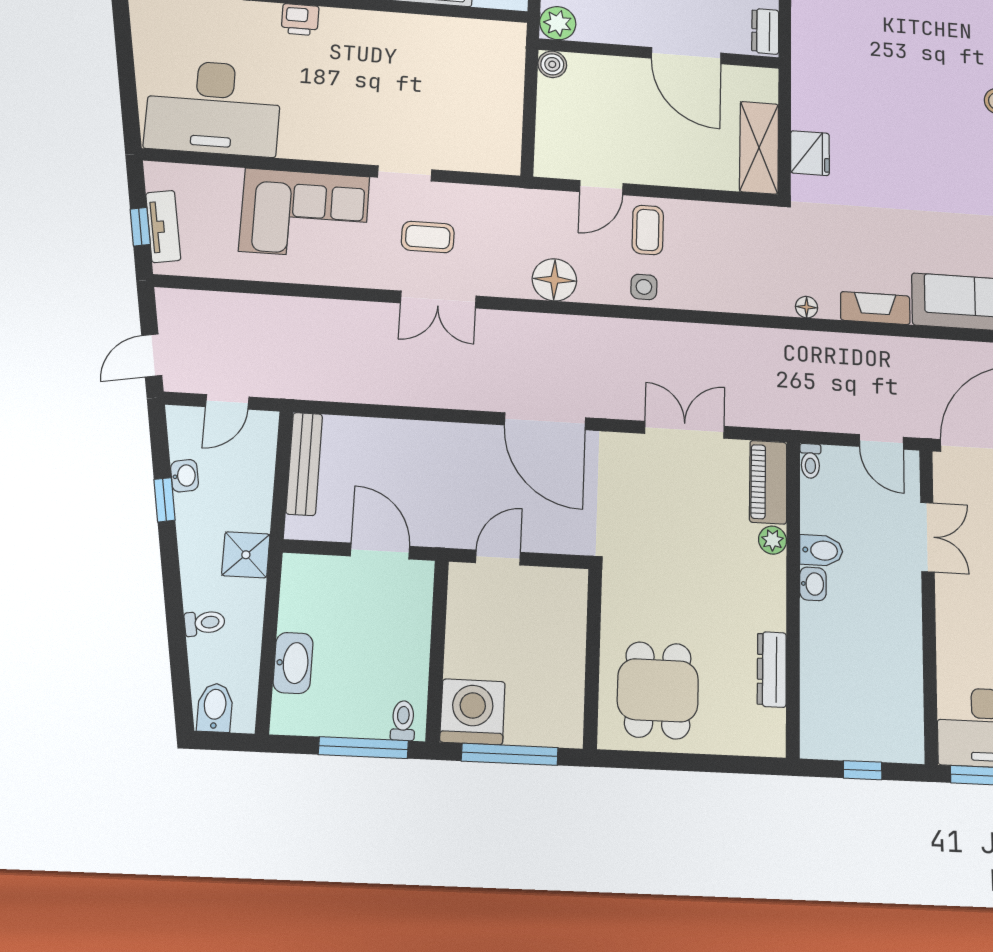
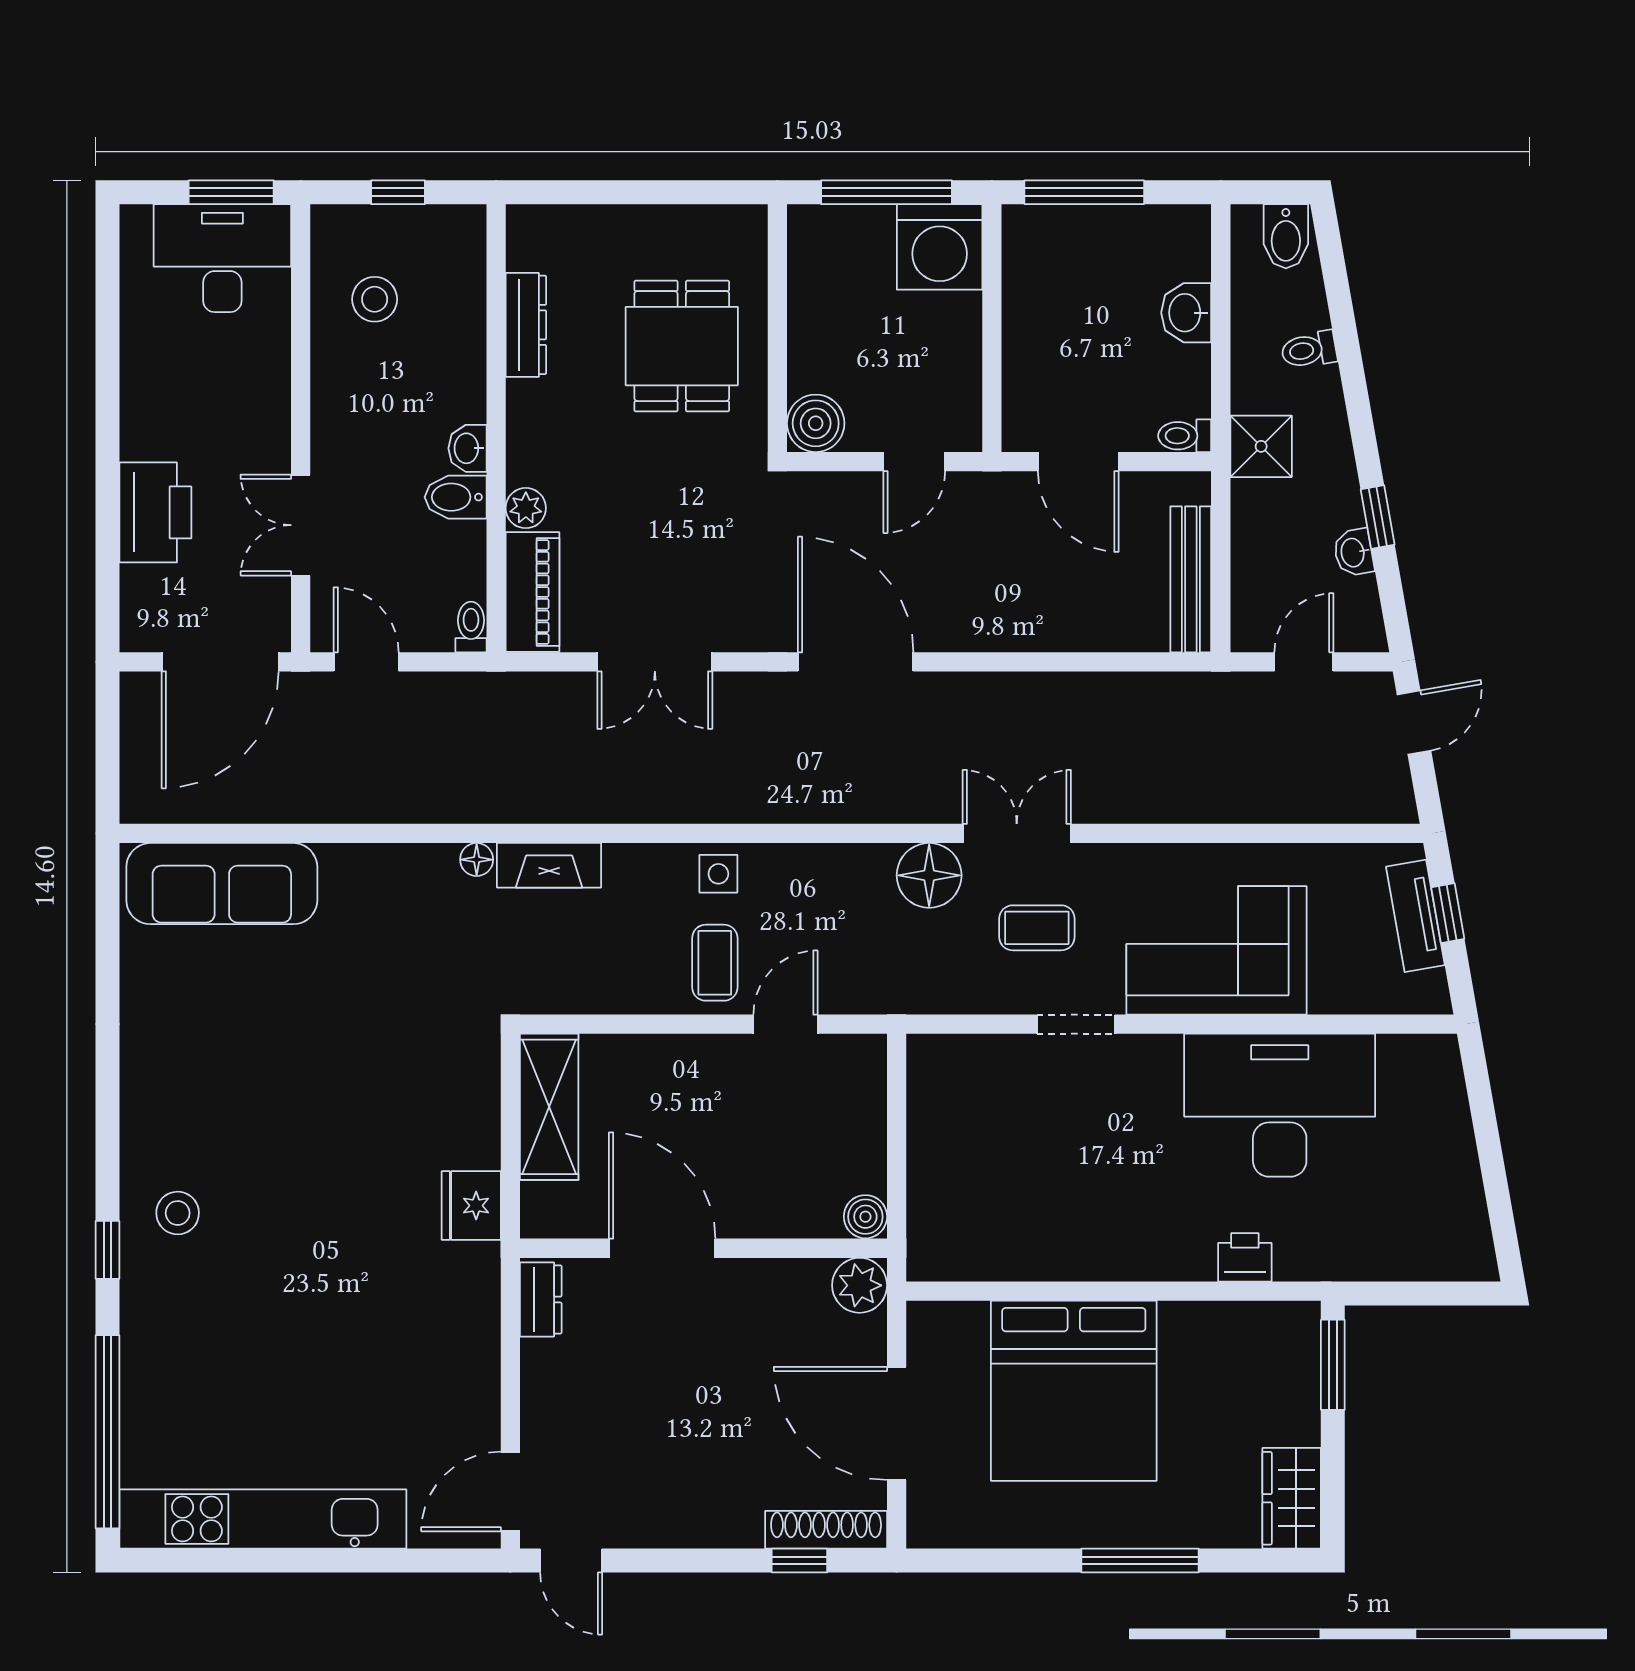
desk: (213, 108) -> (1280, 1105), moved
fridge: (810, 153) -> (471, 1206), moved
floor lamp: (554, 280) -> (929, 875), moved
fireplace: (875, 308) -> (549, 865), moved
boiler: (567, 588) -> (816, 423), added
washbasin: (293, 663) -> (1186, 313), width x0.72
dining table: (658, 690) -> (682, 346), moved
stool: (878, 693) -> (375, 299), added
toilet: (403, 721) -> (1185, 436), moved, turned 90

